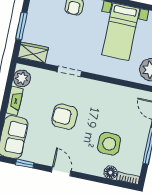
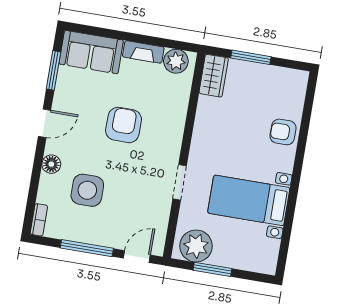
doorway: (69, 71) -> (180, 182), moved
window: (25, 164) -> (54, 70), width x1.50
floor lamp: (110, 172) -> (51, 164), moved

